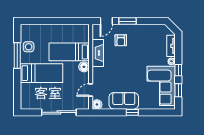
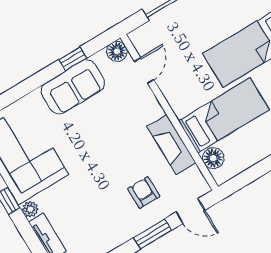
door: (106, 21) -> (190, 211), swing flipped
floor lamp: (84, 67) -> (213, 158), moved
window: (132, 112) -> (73, 59), moved

